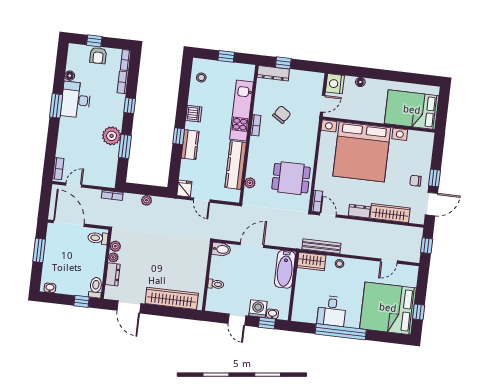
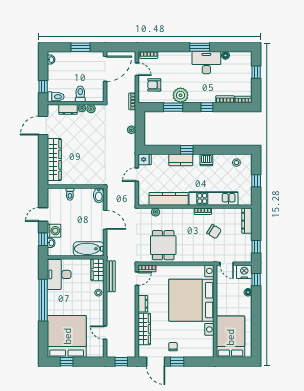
armchair: (98, 56) -> (154, 85), moved
window: (283, 63) -> (256, 247), moved
window: (346, 70) -> (256, 280), added
toilet: (98, 238) -> (80, 94), moved
desk: (332, 311) -> (59, 274), moved, width x1.37

